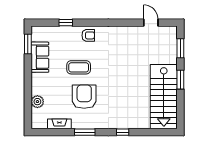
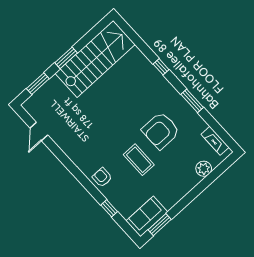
sofa: (40, 57) -> (147, 216), moved
fireplace: (59, 124) -> (215, 141), moved

